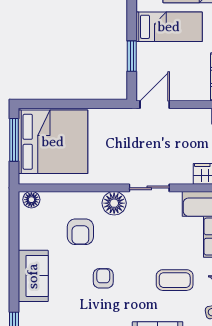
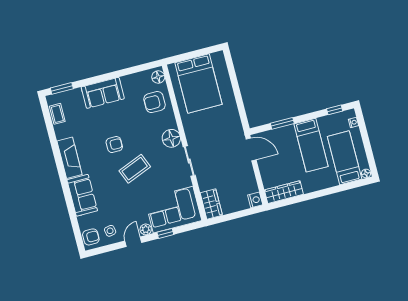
window: (14, 140) -> (199, 53), removed
bed: (53, 142) -> (198, 83), width x0.73
armchair: (80, 232) -> (154, 102), moved
coffee table: (175, 280) -> (135, 169), moved, turned 68

